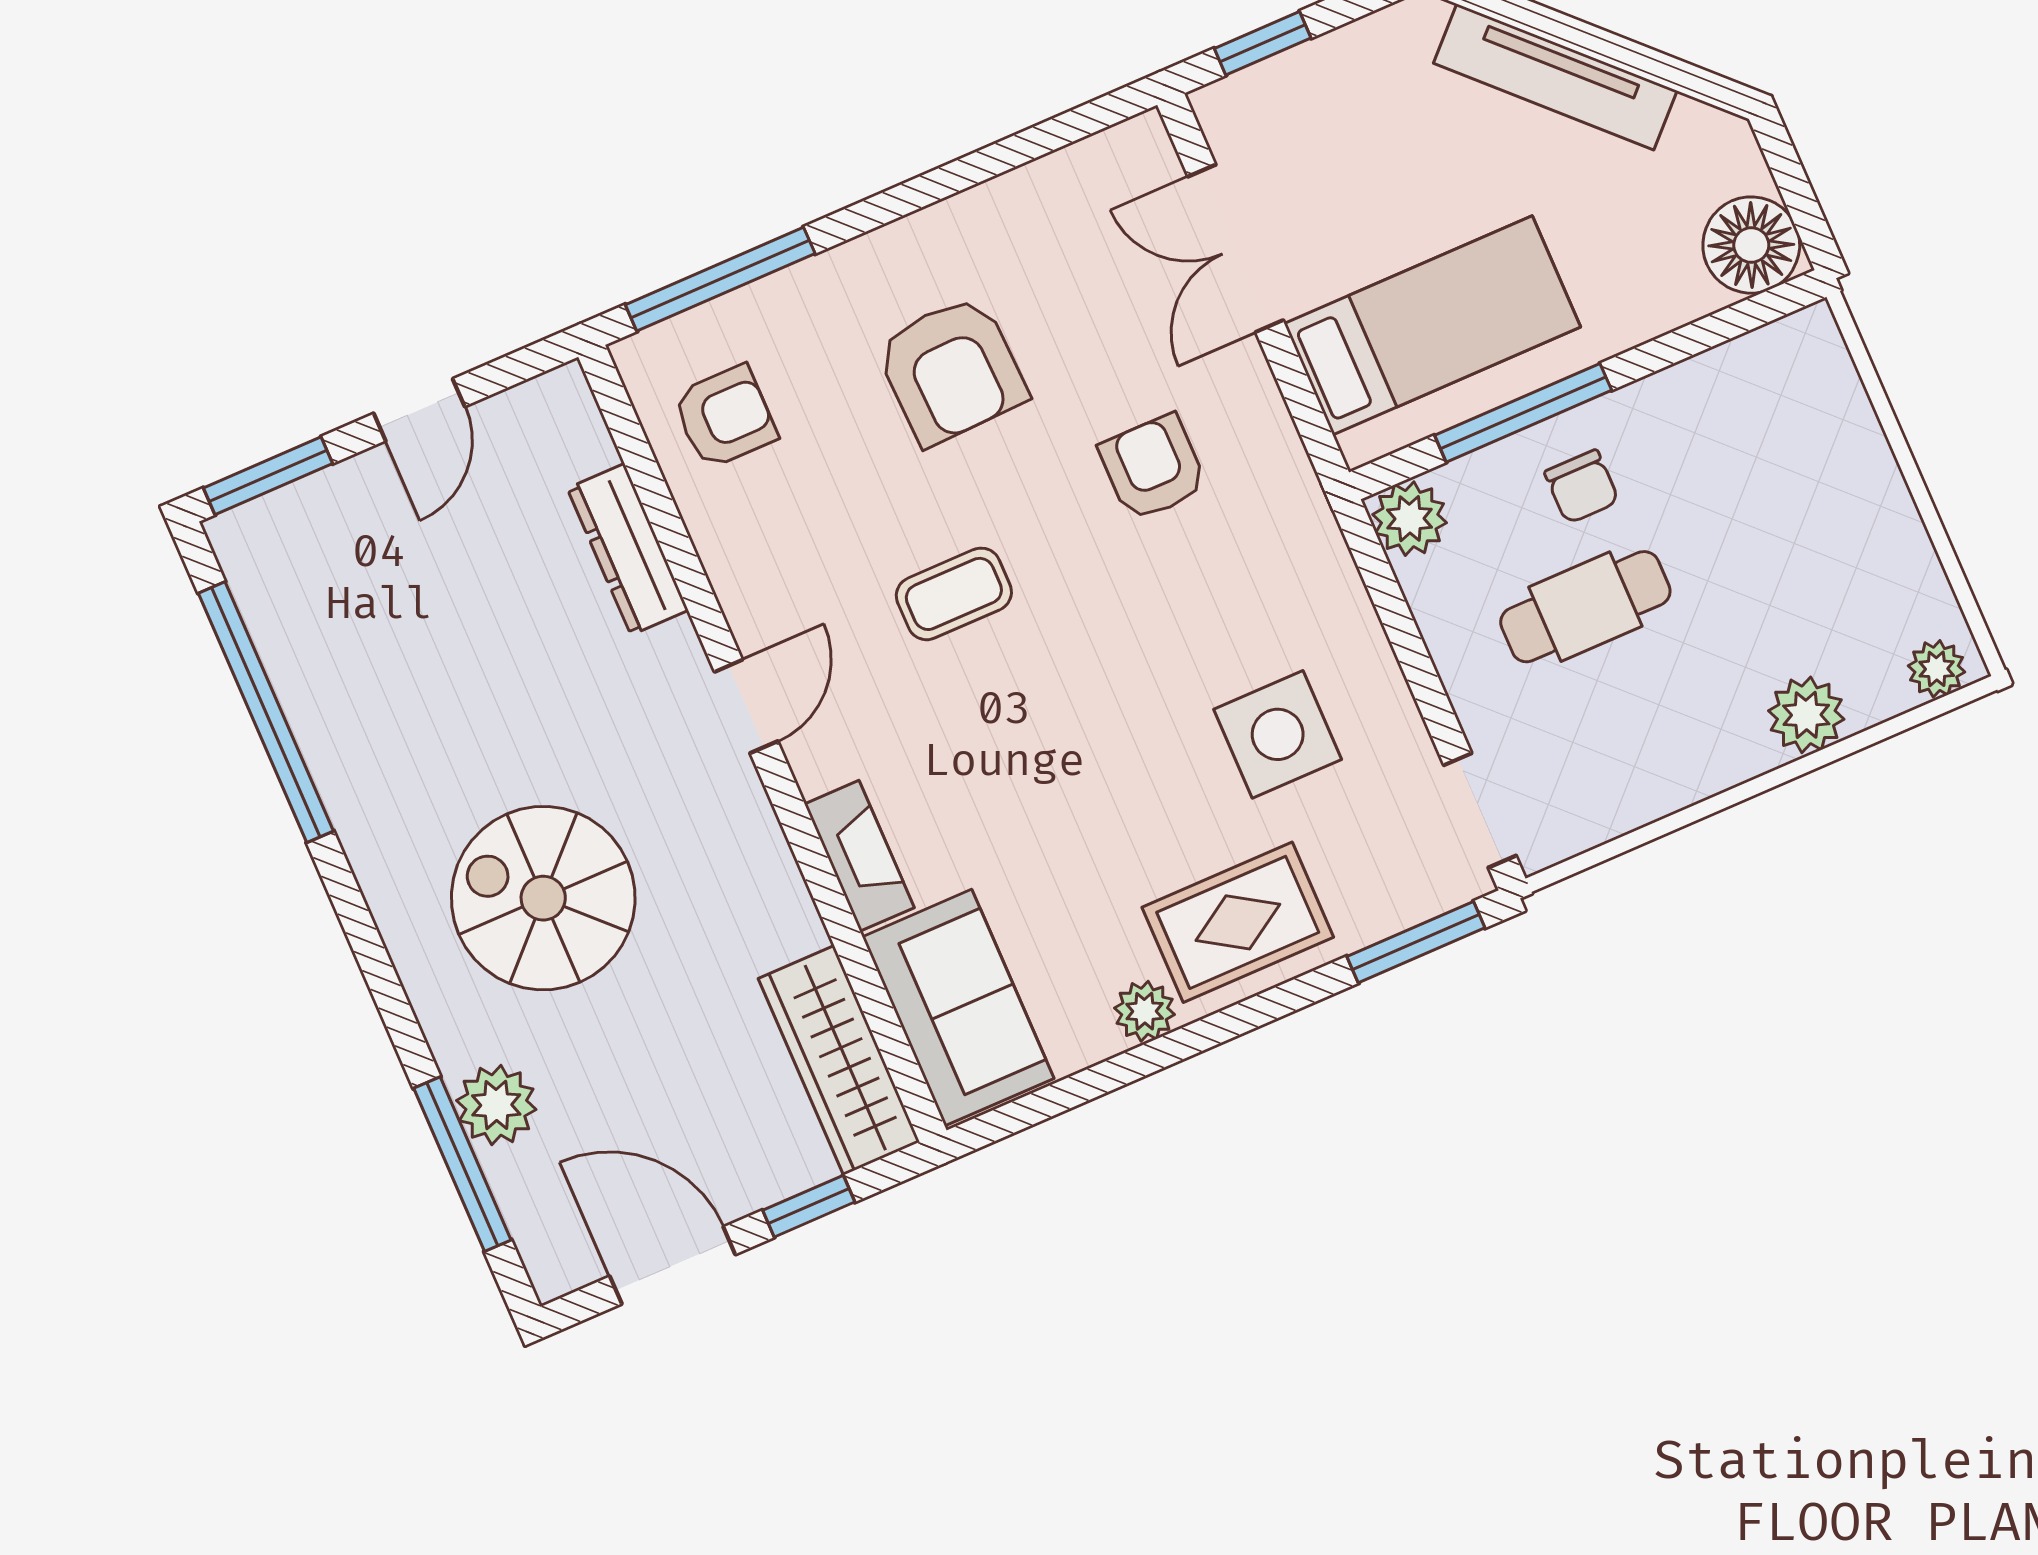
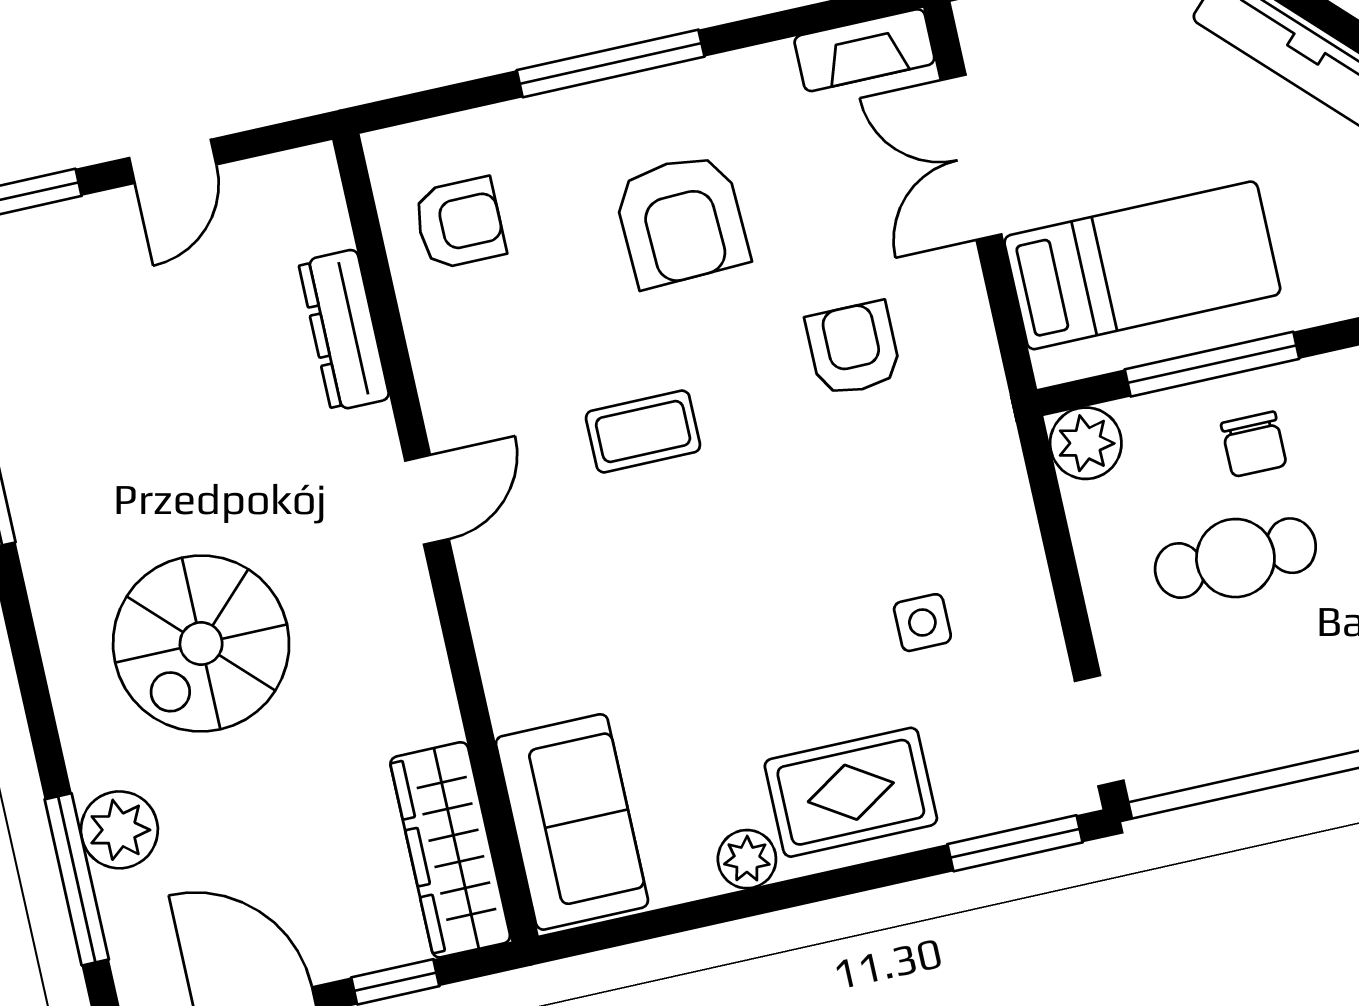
window: (720, 279) -> (611, 63), moved
side table: (1278, 734) -> (922, 623), width x0.54, depth x0.54
fireplace: (859, 856) -> (864, 50), moved, turned 90
spiral stairs: (543, 898) -> (201, 644), turned -90

